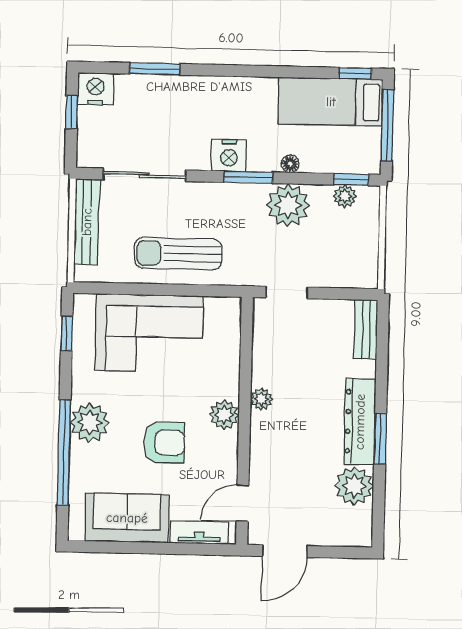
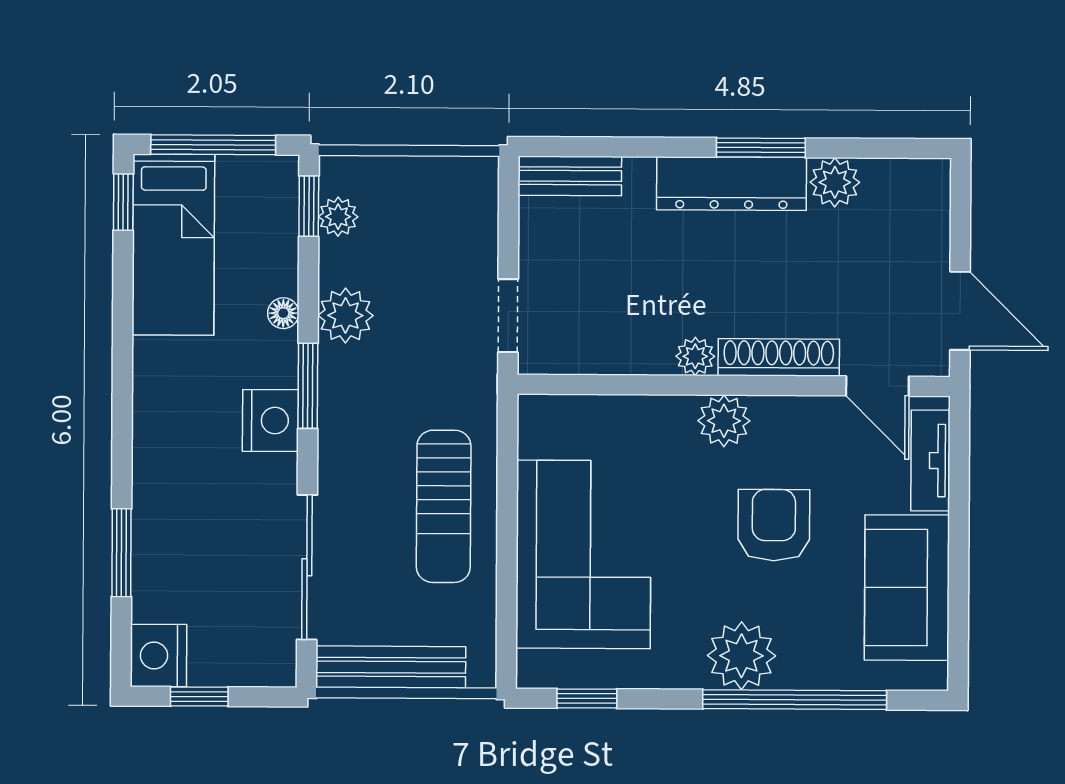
plant: (288, 205) -> (345, 315), width x0.73, depth x0.73
shoe rack: (260, 447) -> (779, 357), added
plant: (354, 486) -> (835, 182), width x0.73, depth x0.73

